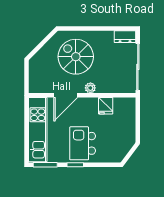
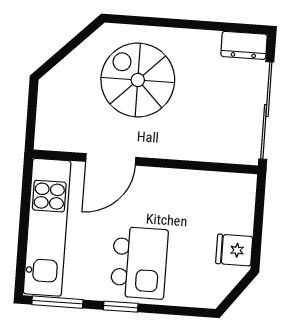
plant: (90, 88) -> (164, 148), removed
fridge: (106, 106) -> (234, 250), moved, turned 90
kitchen island: (83, 143) -> (139, 263), turned 180

